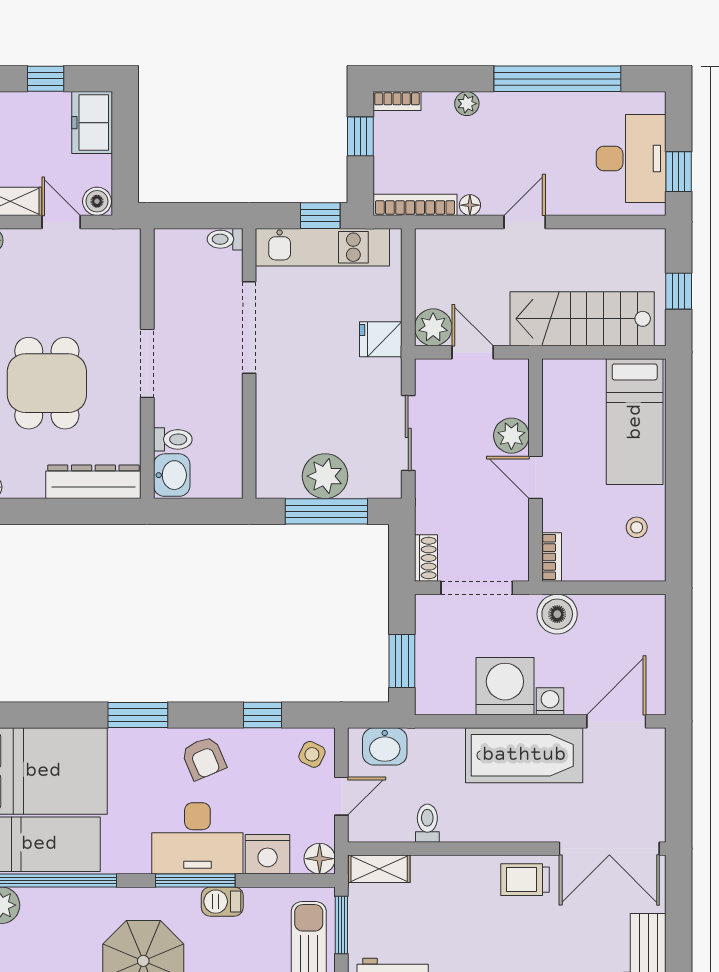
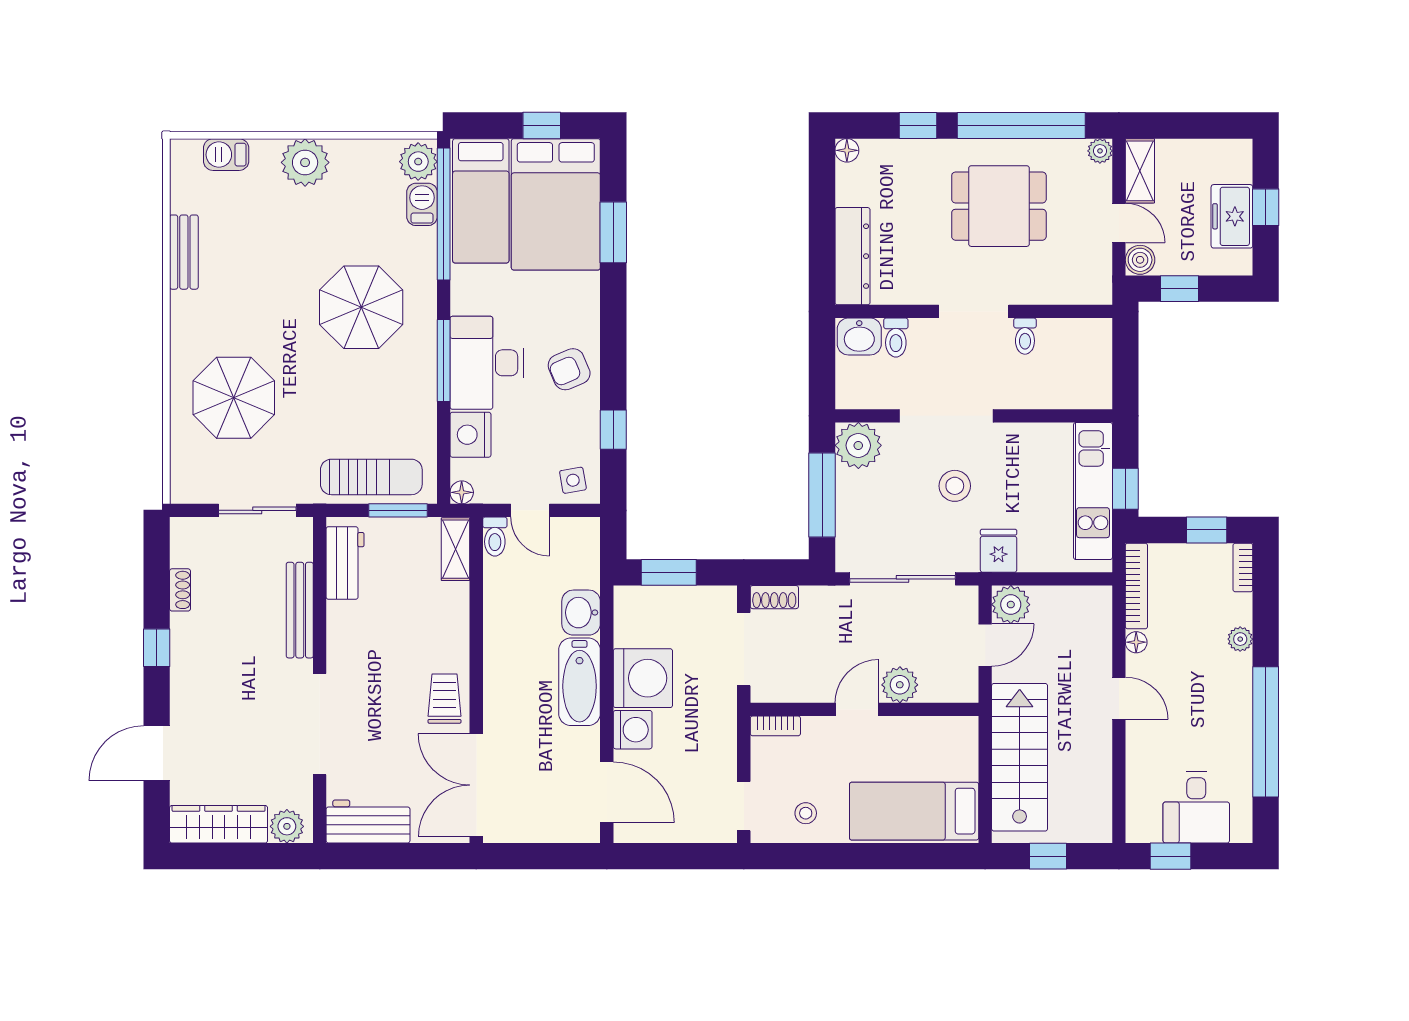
freezer: (92, 123) -> (1232, 216), moved, turned -90
desk: (631, 158) -> (1196, 808), width x0.73
window: (125, 163) -> (1179, 289), added
door: (61, 222) -> (1119, 223), hinge flipped
toilet: (225, 239) -> (1025, 336), moved, turned 180
doorway: (249, 328) -> (946, 416), moved
stool: (317, 382) -> (955, 486), added
dining table: (47, 383) -> (999, 206), moved
sliding door: (408, 433) -> (903, 579), width x1.37
plant: (325, 476) -> (858, 445), moved
doorway: (630, 588) -> (744, 806), added
boiler: (557, 614) -> (717, 732), removed
washing machine: (550, 701) -> (633, 730), width x1.38, depth x1.38
window: (138, 715) -> (613, 232), moved
washbasin: (385, 746) -> (581, 613), moved
side table: (312, 754) -> (573, 480), turned -36
bathtub: (524, 755) -> (580, 682), width x0.73, depth x0.73
toilet: (427, 823) -> (495, 537), moved, turned 90
floor lamp: (320, 859) -> (462, 492), width x0.73, depth x0.73
barbecue: (222, 902) -> (422, 204), moved

